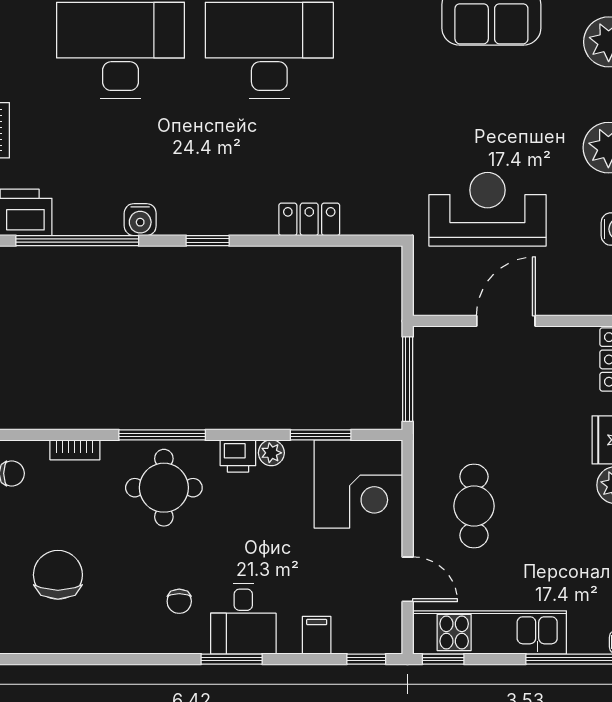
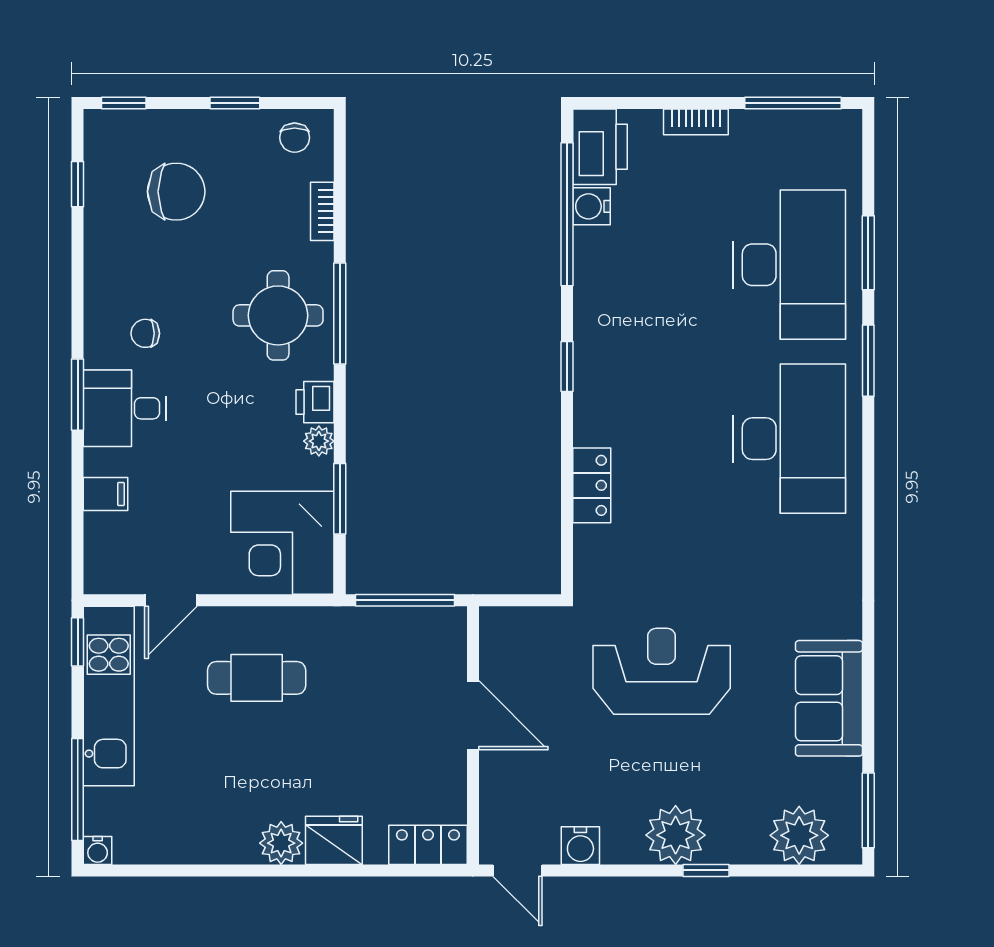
reception desk: (487, 209) -> (662, 671), moved, turned -90
water cooler: (140, 220) -> (591, 206), moved
window: (366, 659) -> (78, 184), moved

